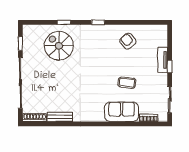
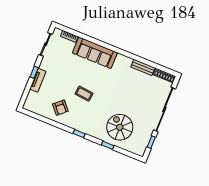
spiral stairs: (59, 46) -> (120, 127), turned 180
coffee table: (127, 83) -> (84, 94), moved
sofa: (122, 112) -> (95, 53), width x1.36

